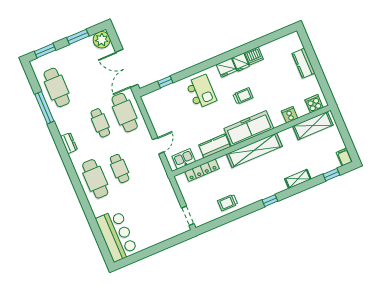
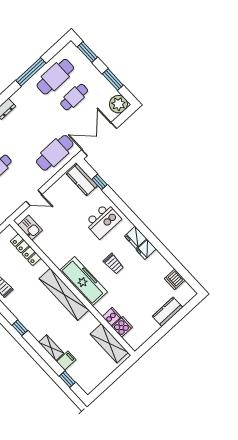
dishwasher: (254, 56) -> (175, 279), moved
cooker: (314, 104) -> (122, 327), moved
cafe table: (100, 123) -> (74, 97), moved
kitchen counter: (215, 146) -> (82, 180), moved, turned 180
filing cabinet: (344, 157) -> (66, 361), moved

